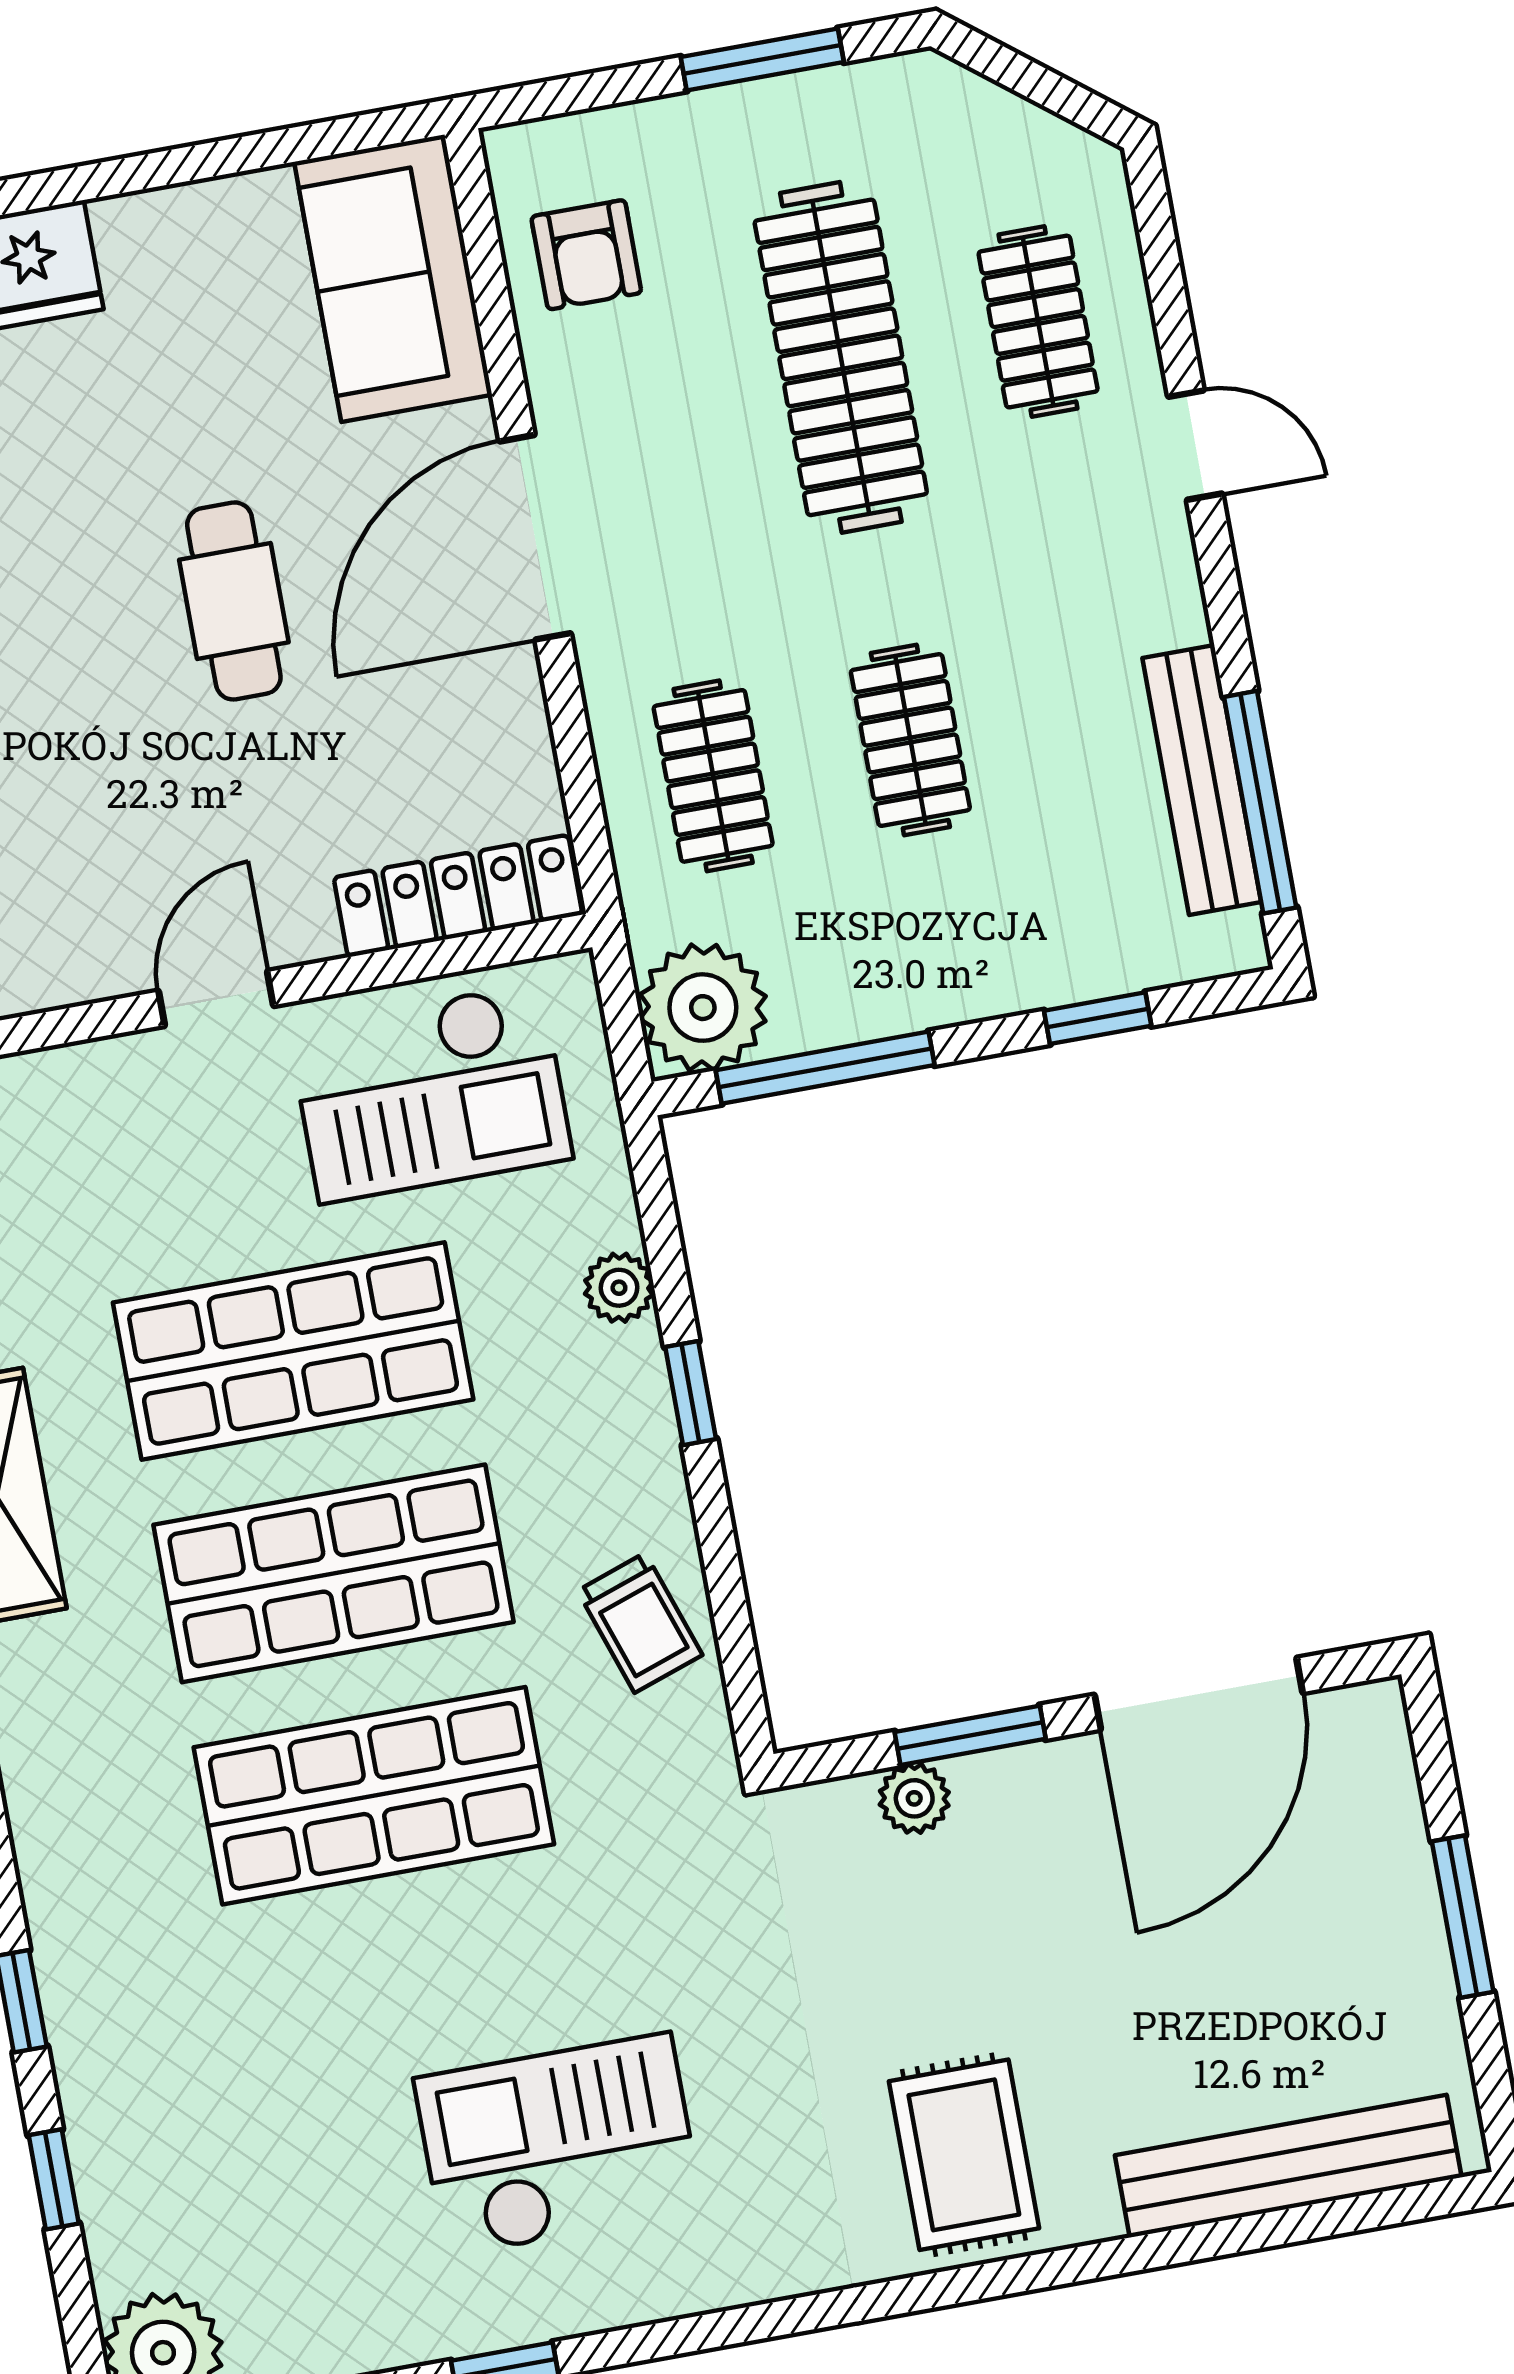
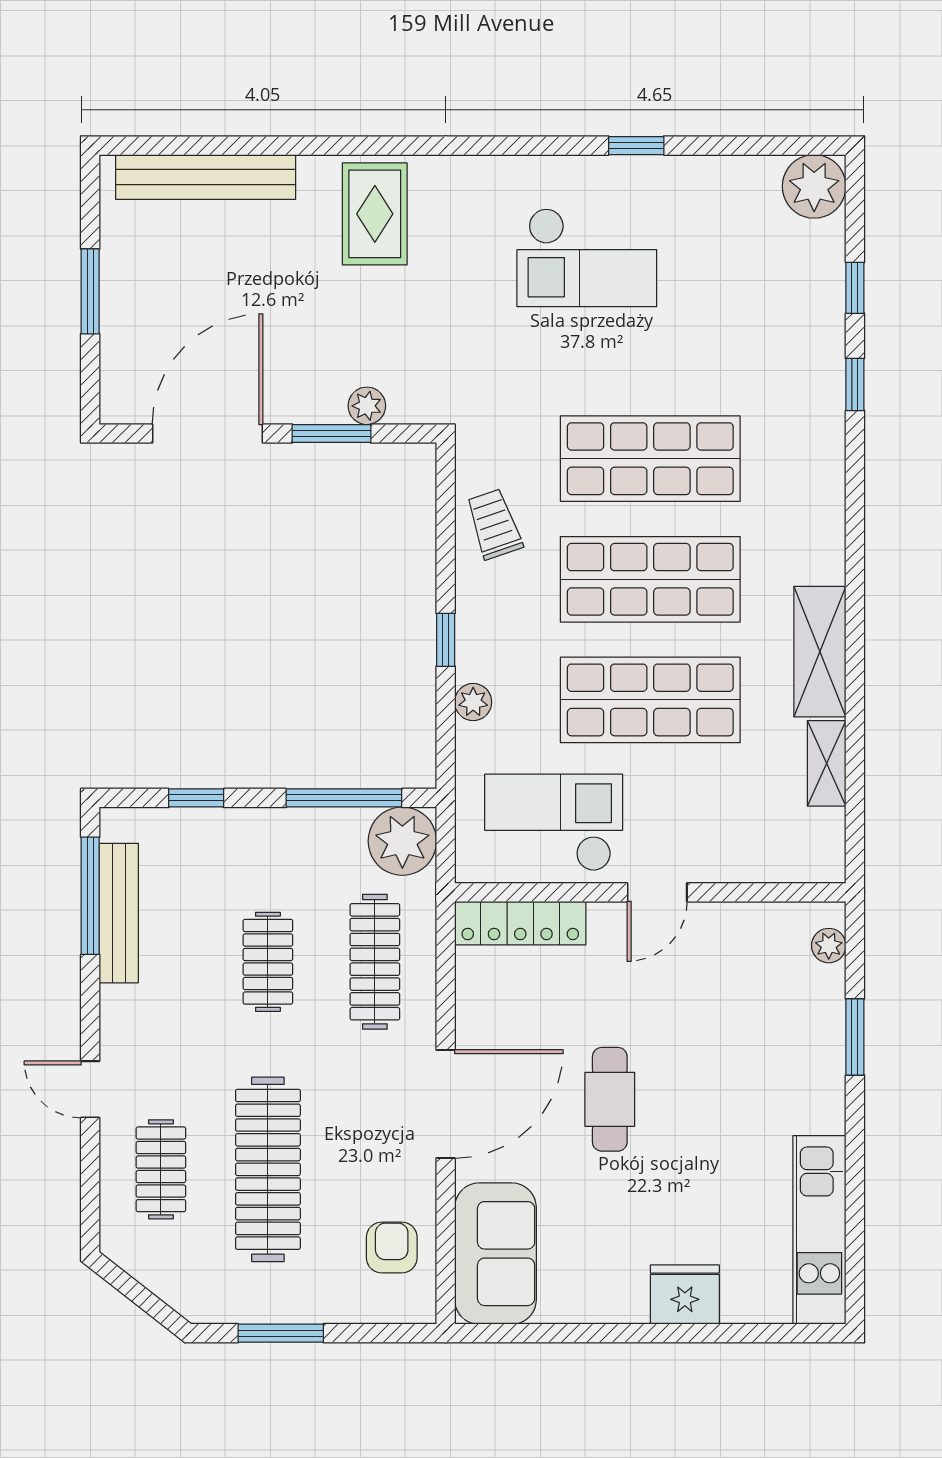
clothes rail: (713, 776) -> (375, 962), width x1.36

